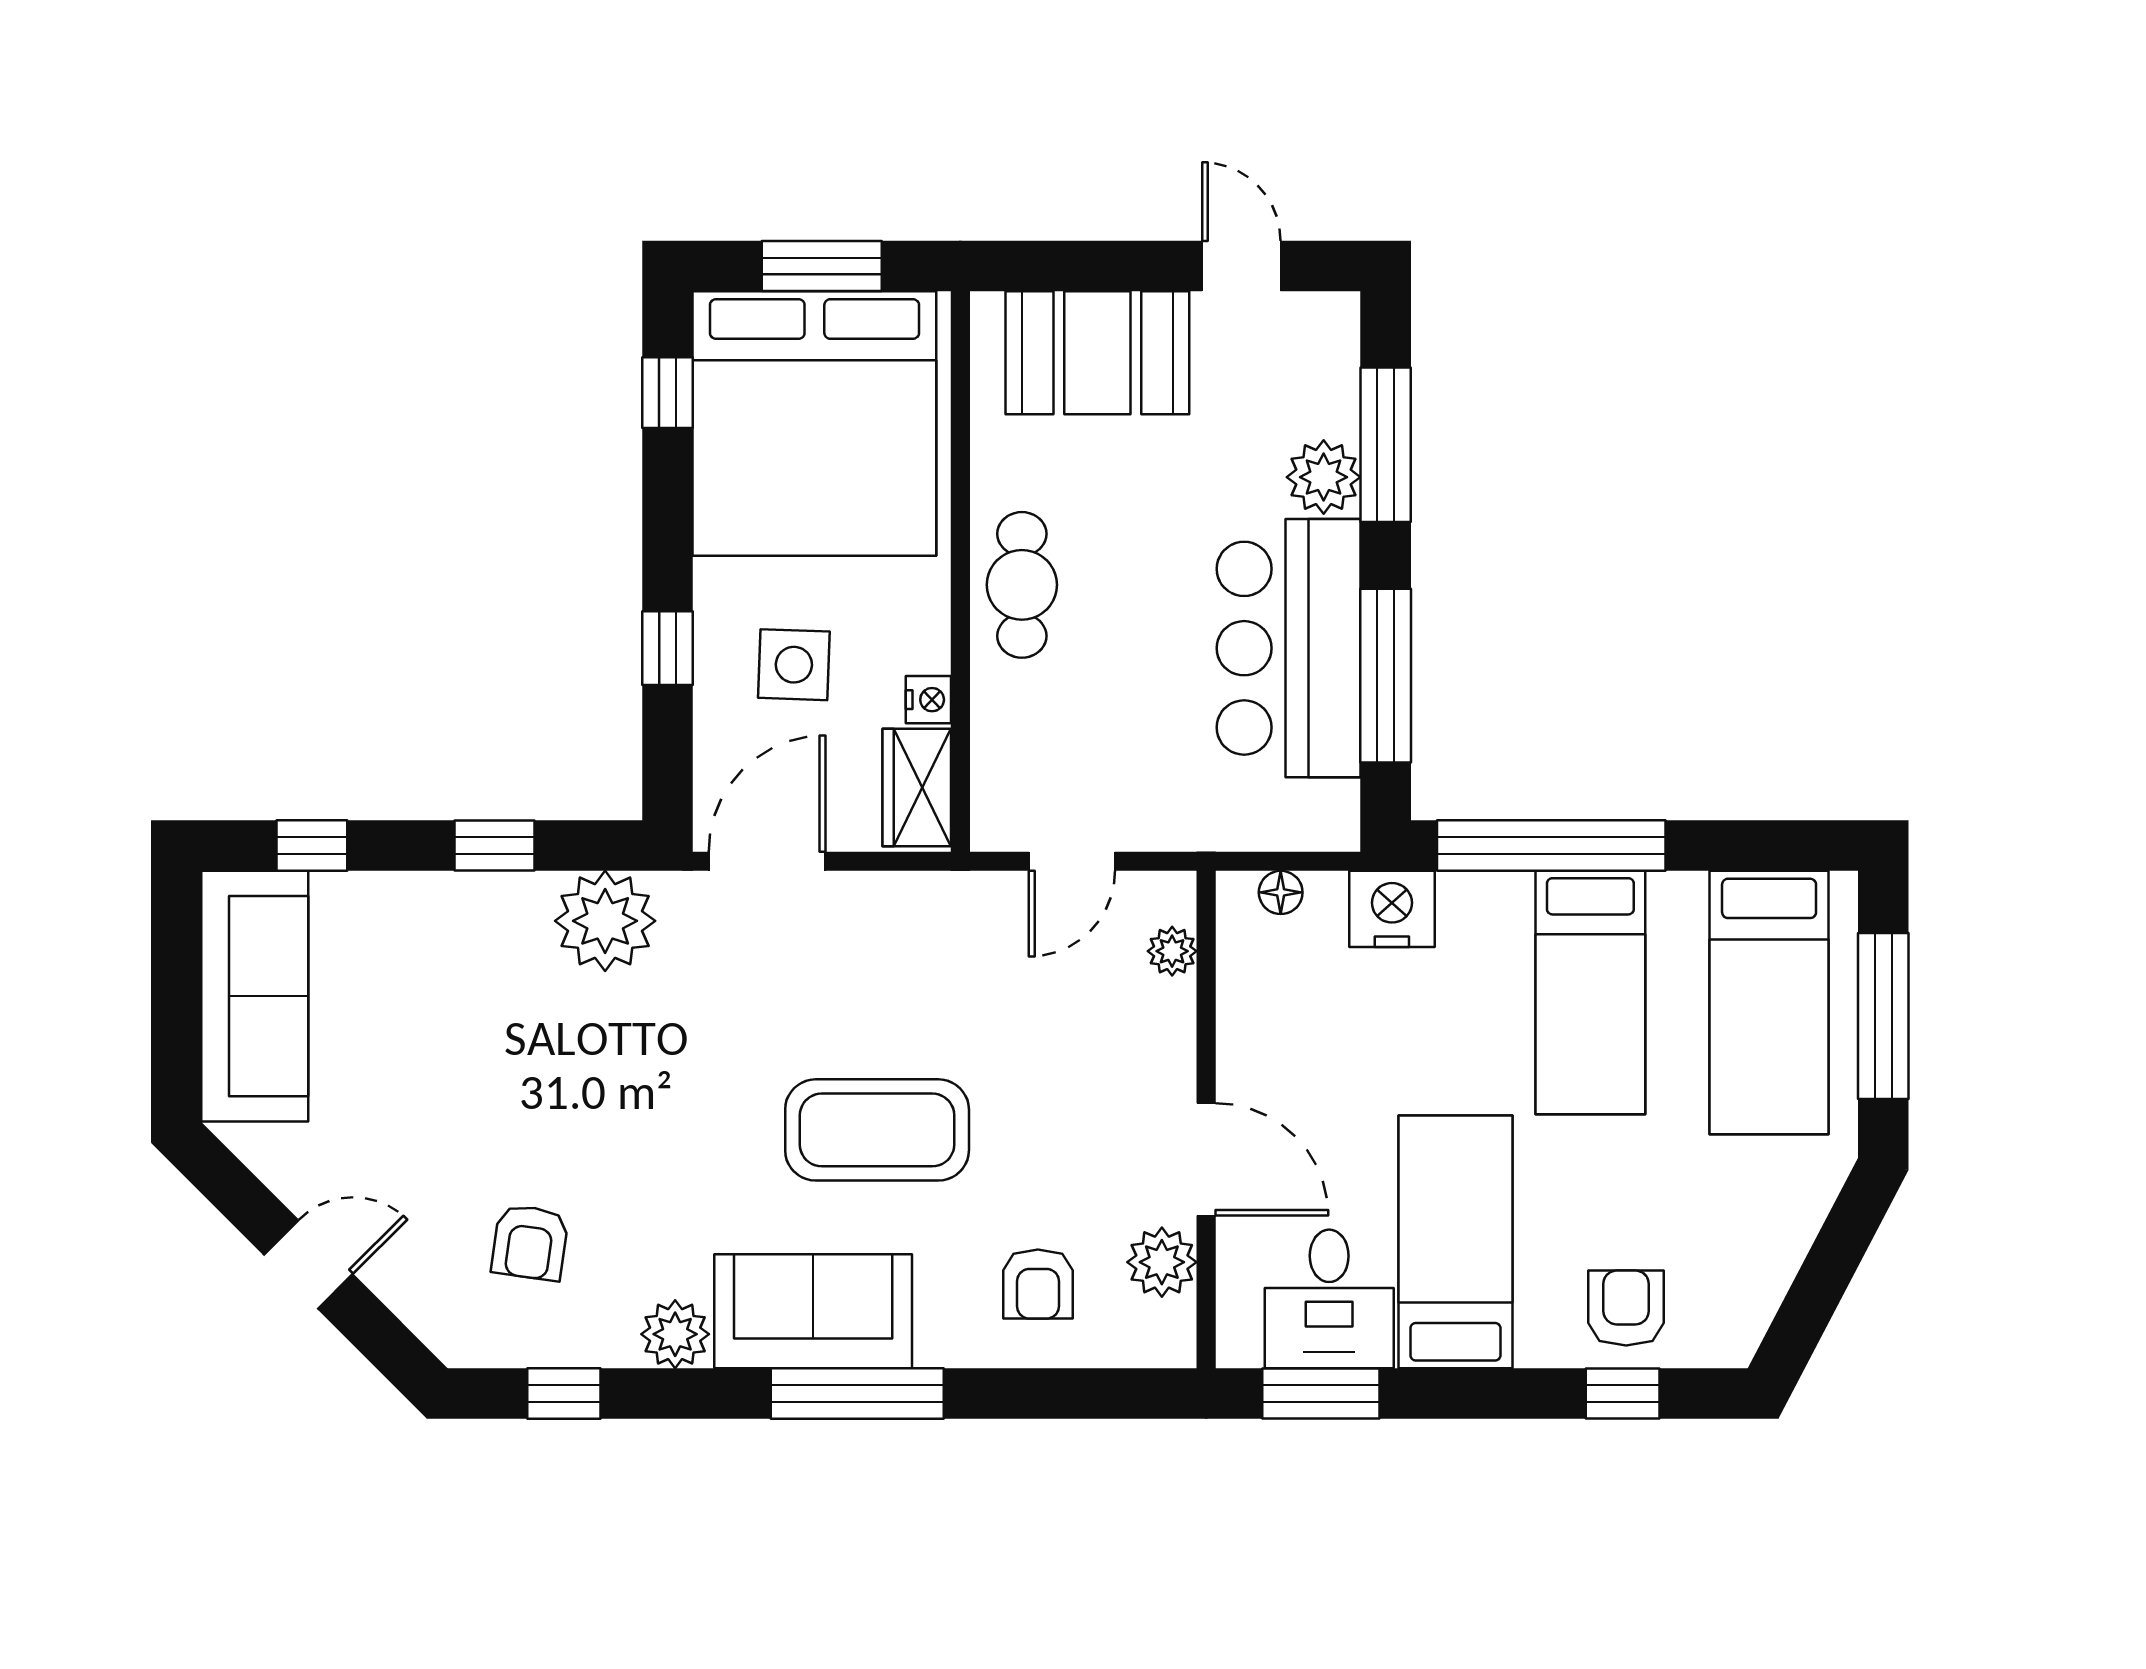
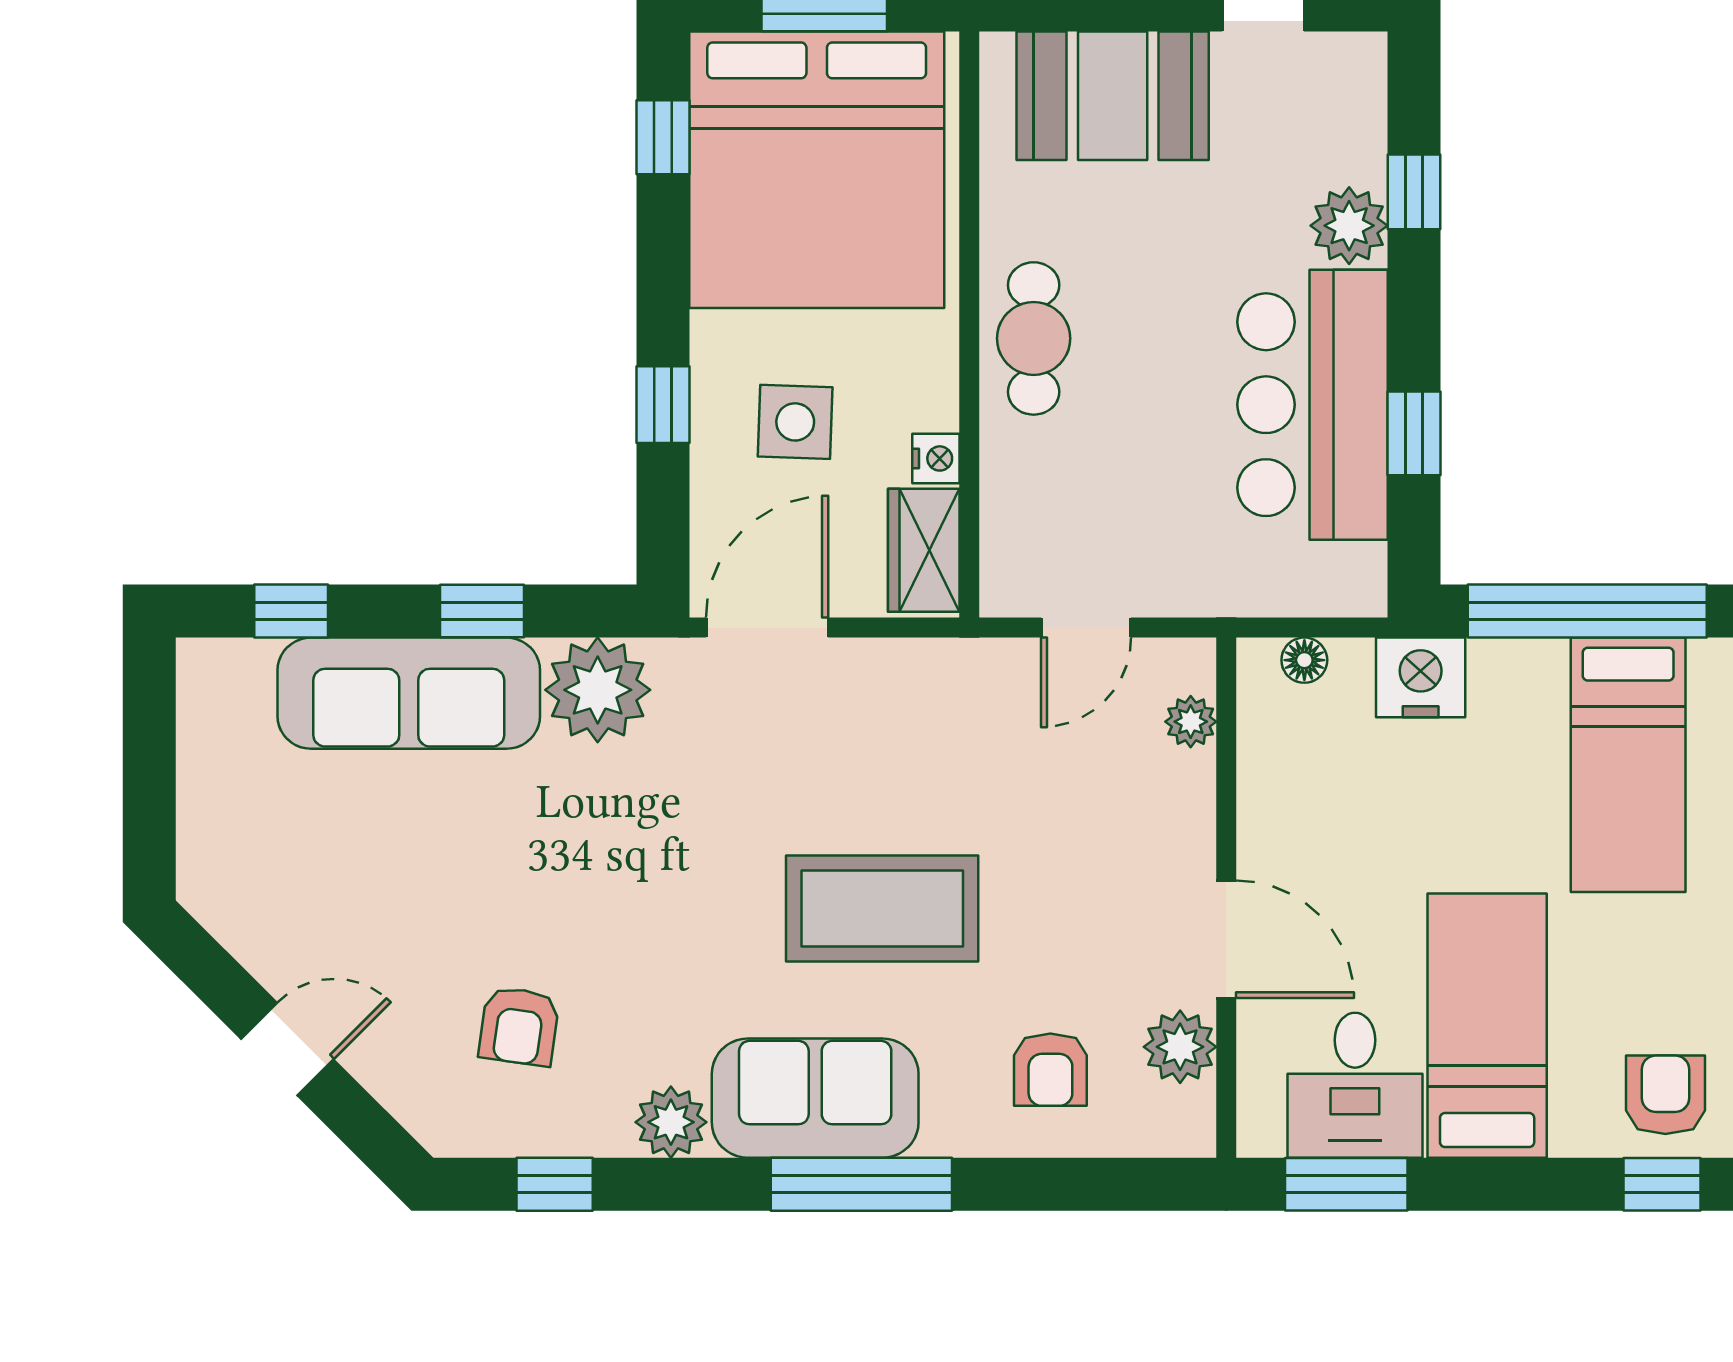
window: (1386, 445) -> (1414, 192), width x0.46
window: (1386, 676) -> (1414, 433), width x0.46
sofa: (255, 996) -> (409, 693), moved, turned 90

